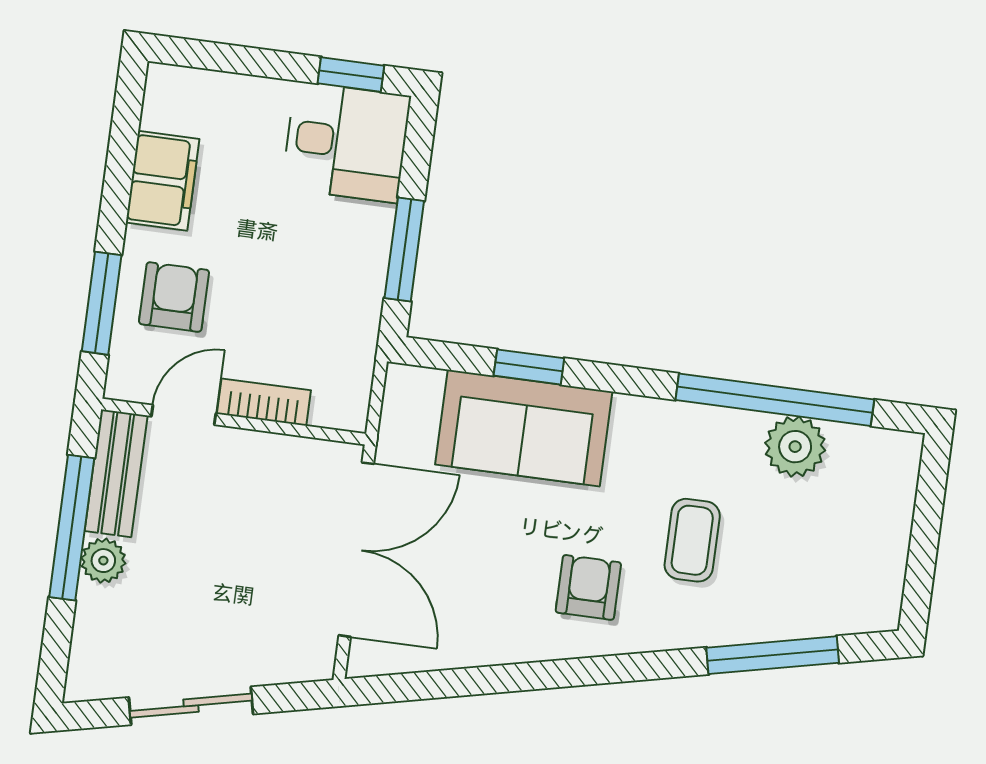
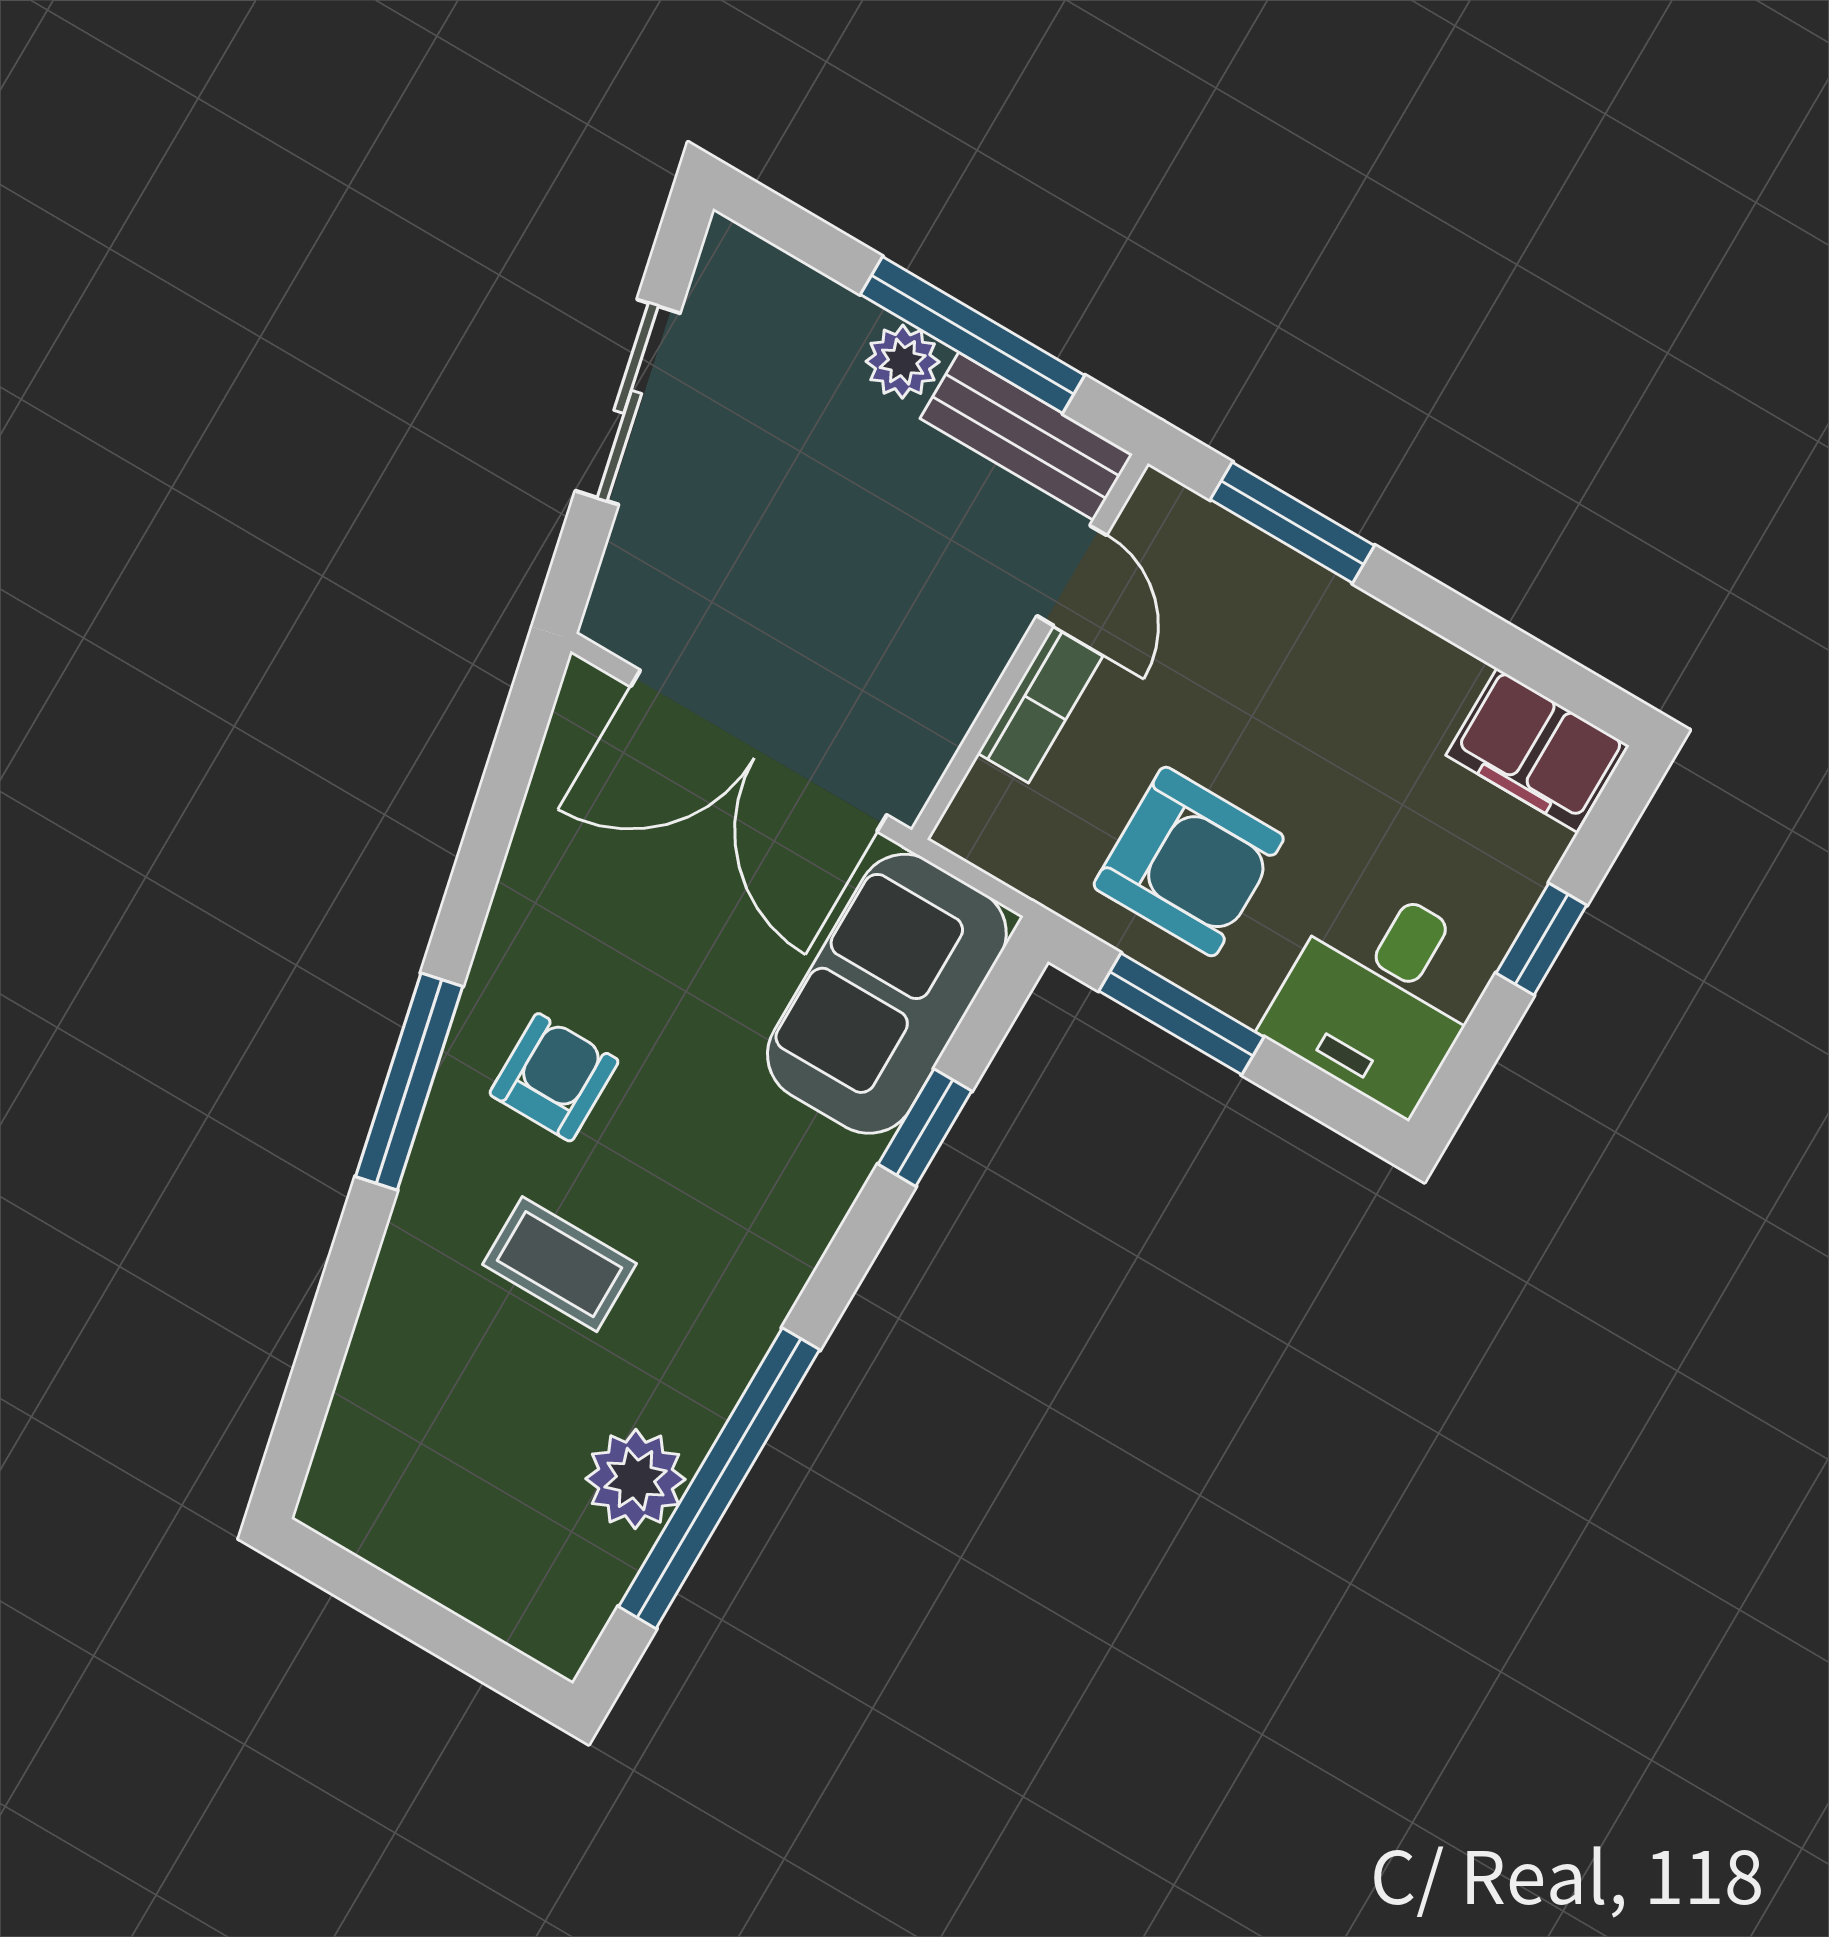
window: (351, 74) -> (1541, 939), moved
filing cabinet: (163, 181) -> (1537, 750), moved
armchair: (174, 297) -> (1189, 862), moved, width x1.38, depth x1.38
sofa: (524, 428) -> (887, 994), moved
armchair: (588, 587) -> (554, 1077), turned -90
window: (773, 655) -> (409, 1082), moved

